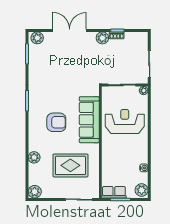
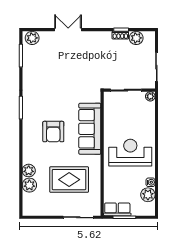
double door: (70, 30) -> (68, 30), width x0.73
plant: (102, 38) -> (136, 38), moved
reception desk: (125, 121) -> (130, 153), moved
armchair: (56, 122) -> (53, 132), turned 90
plant: (142, 190) -> (148, 195), moved
plant: (35, 192) -> (29, 185), moved

